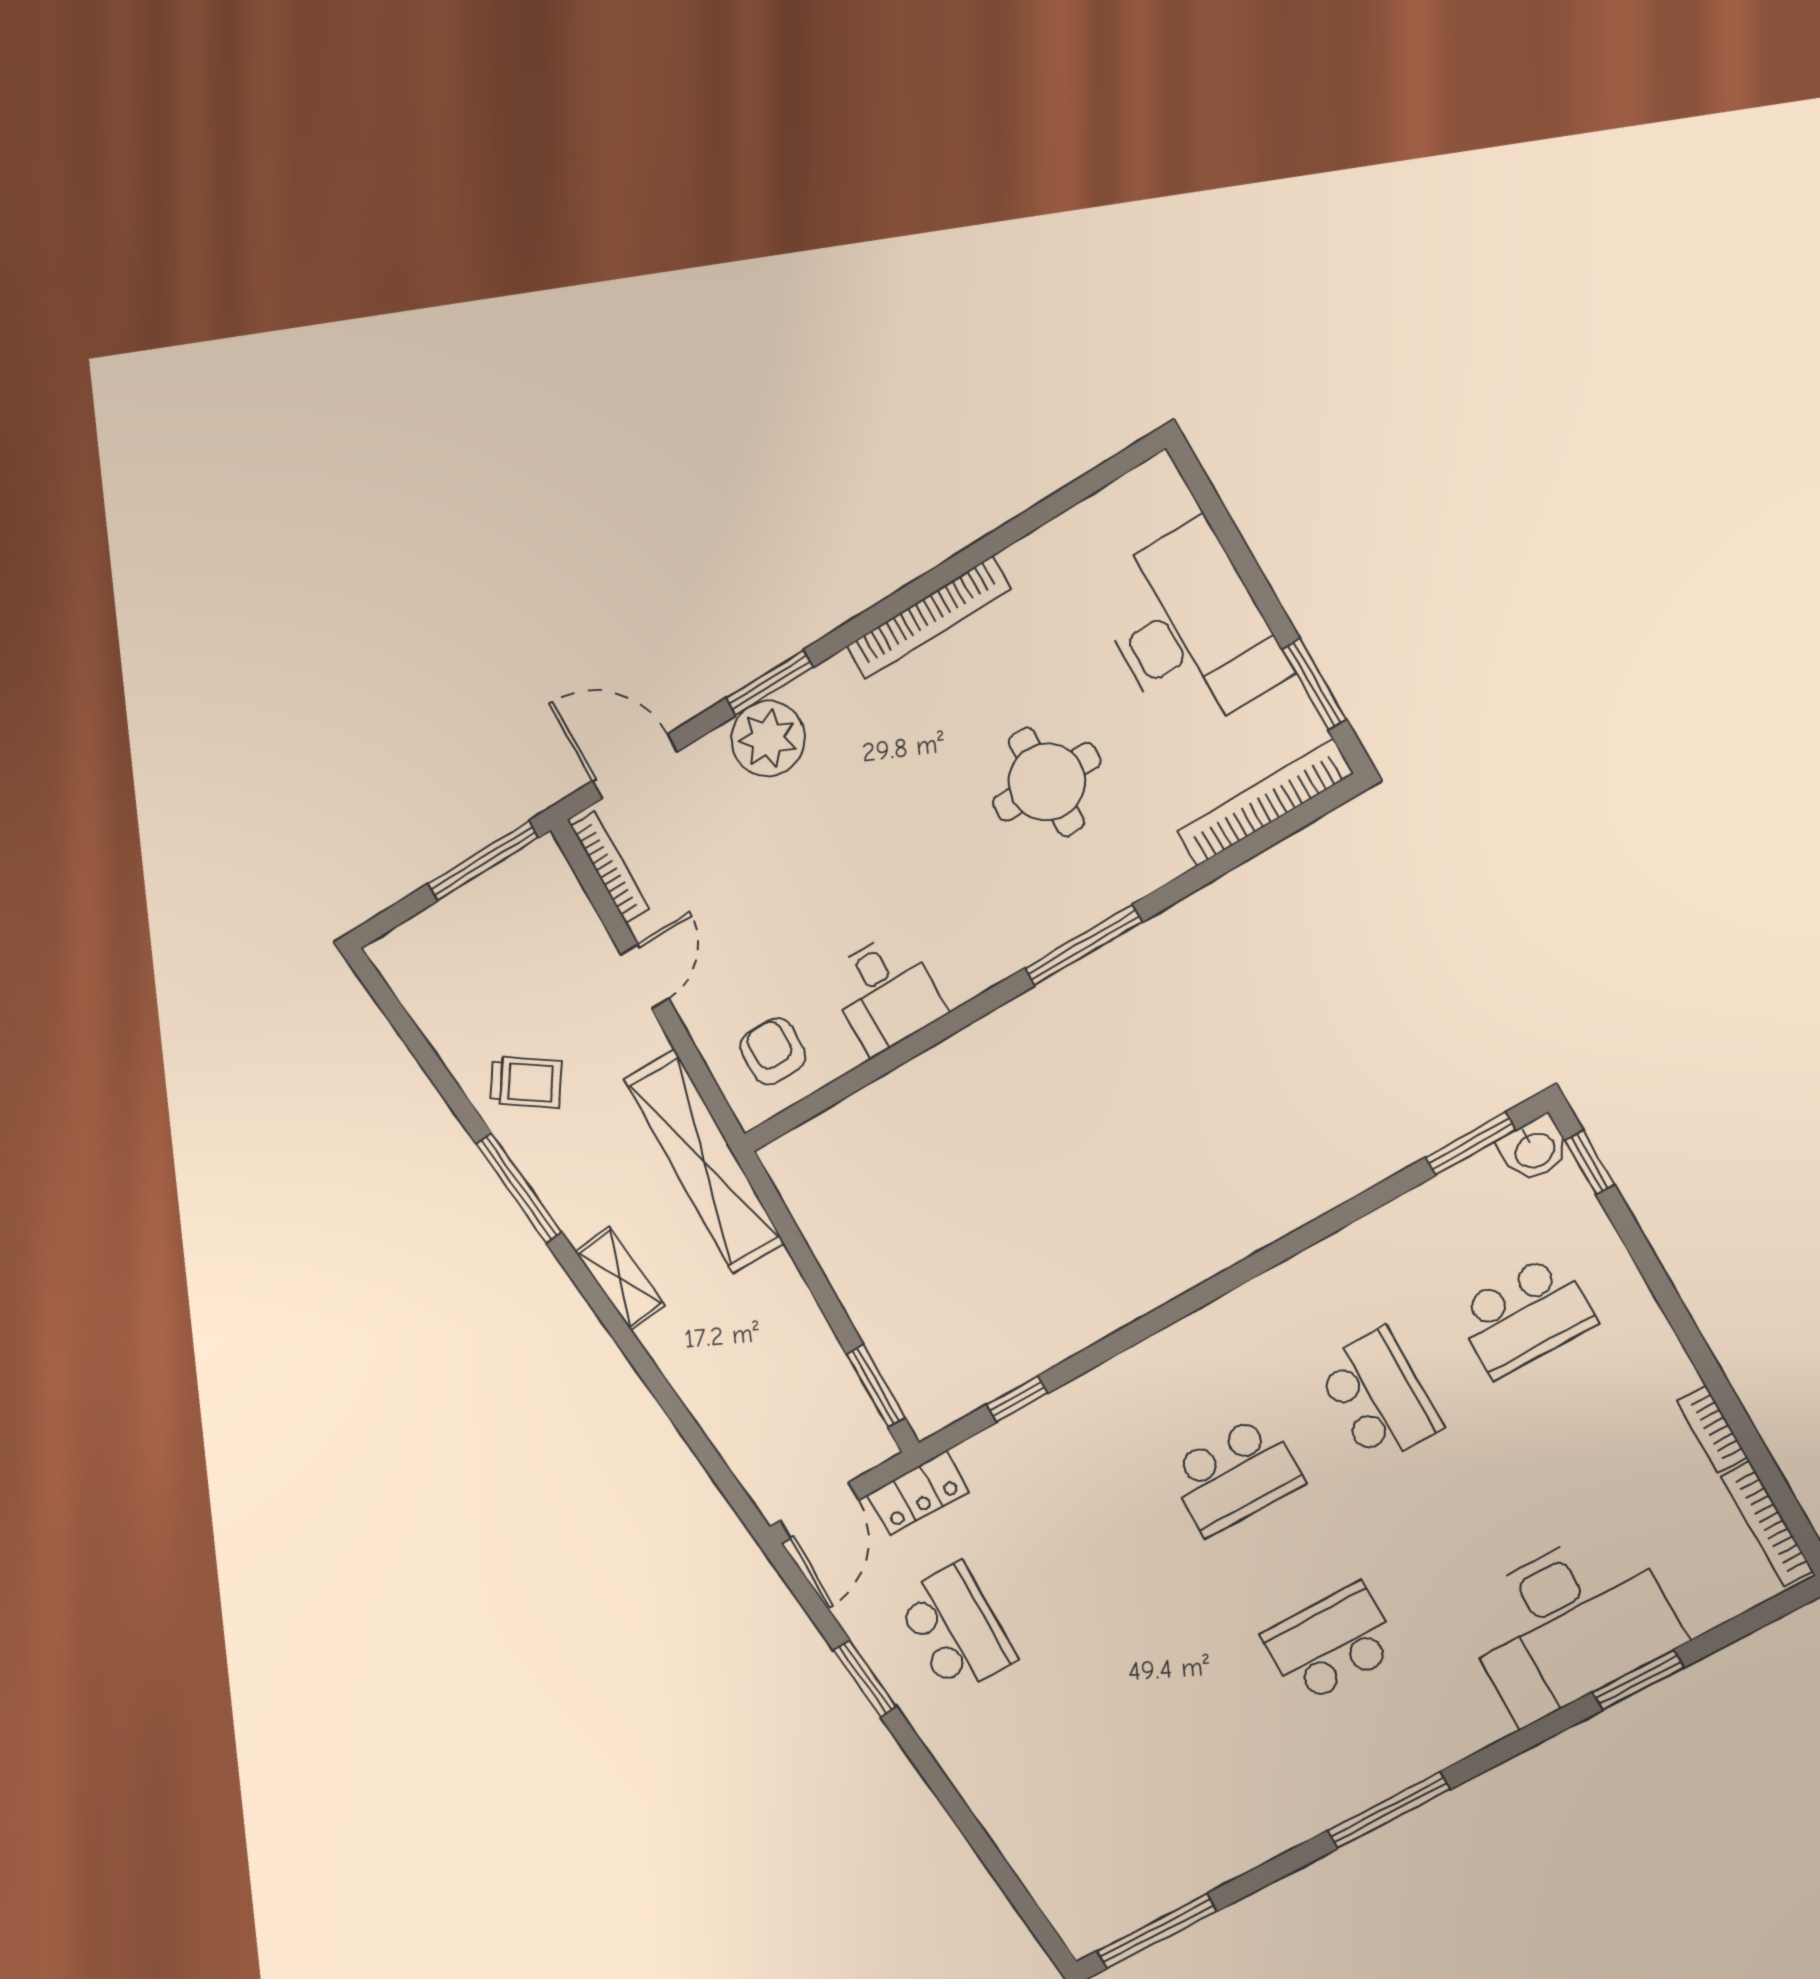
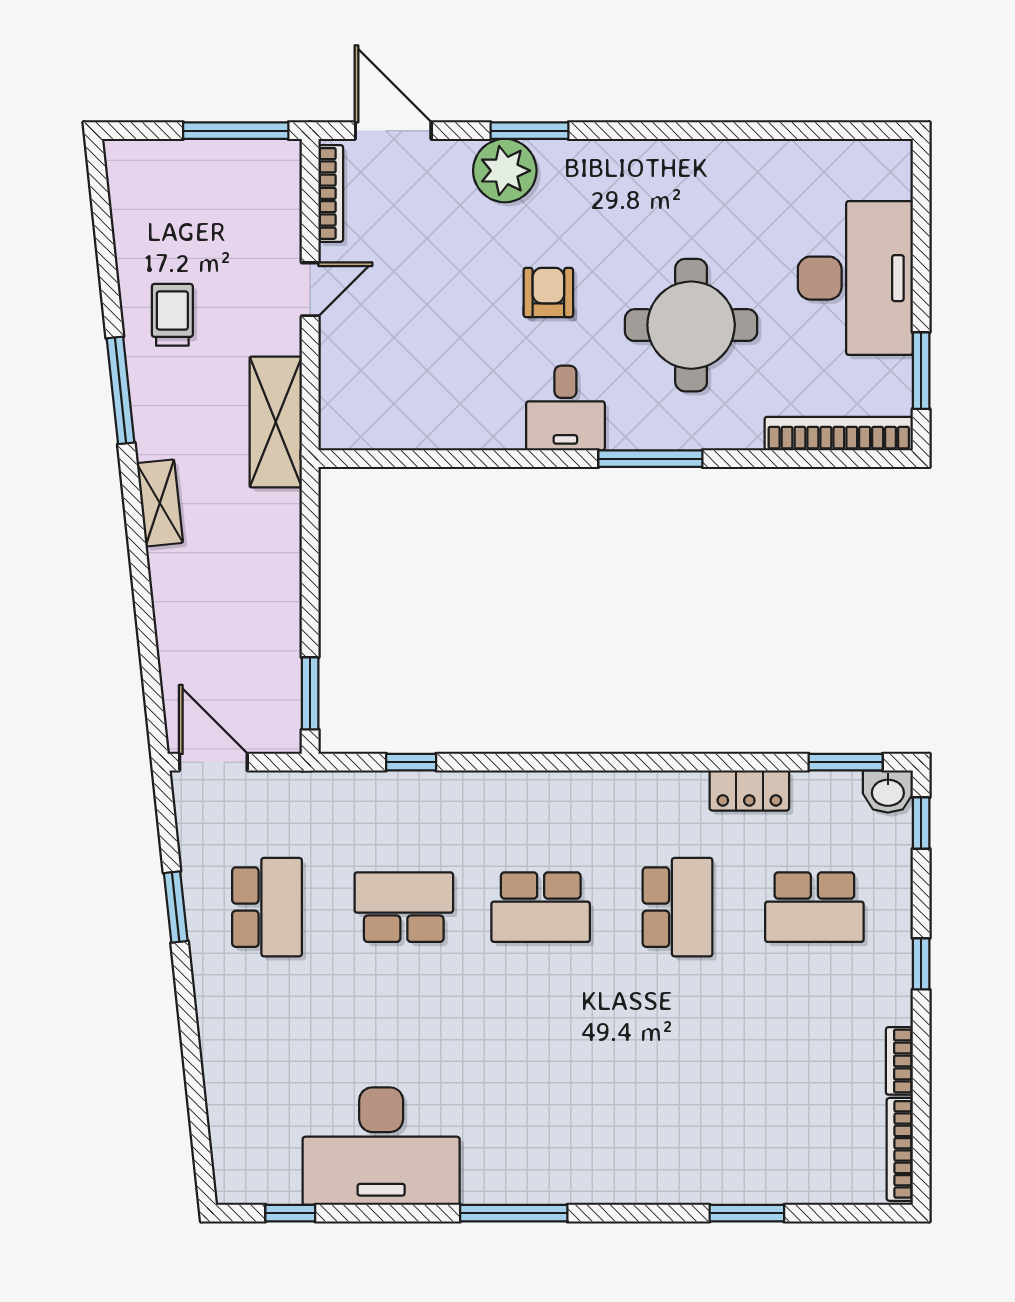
bookcase: (928, 618) -> (673, 155), removed
round table: (1047, 782) -> (691, 325), width x1.36, depth x1.36
desk: (886, 993) -> (565, 408), moved
armchair: (773, 1051) -> (548, 292), moved
trolley: (526, 1082) -> (172, 315), turned -124
shelving: (704, 1161) -> (276, 422), width x0.68
window: (1676, 1313) -> (921, 964), added
locker: (918, 1493) -> (749, 790), moved
door: (819, 1510) -> (213, 762), swing flipped
desk: (1569, 1624) -> (381, 1146), moved
school desk: (1331, 1643) -> (404, 907), moved
window: (1157, 1931) -> (290, 1213), width x0.46

